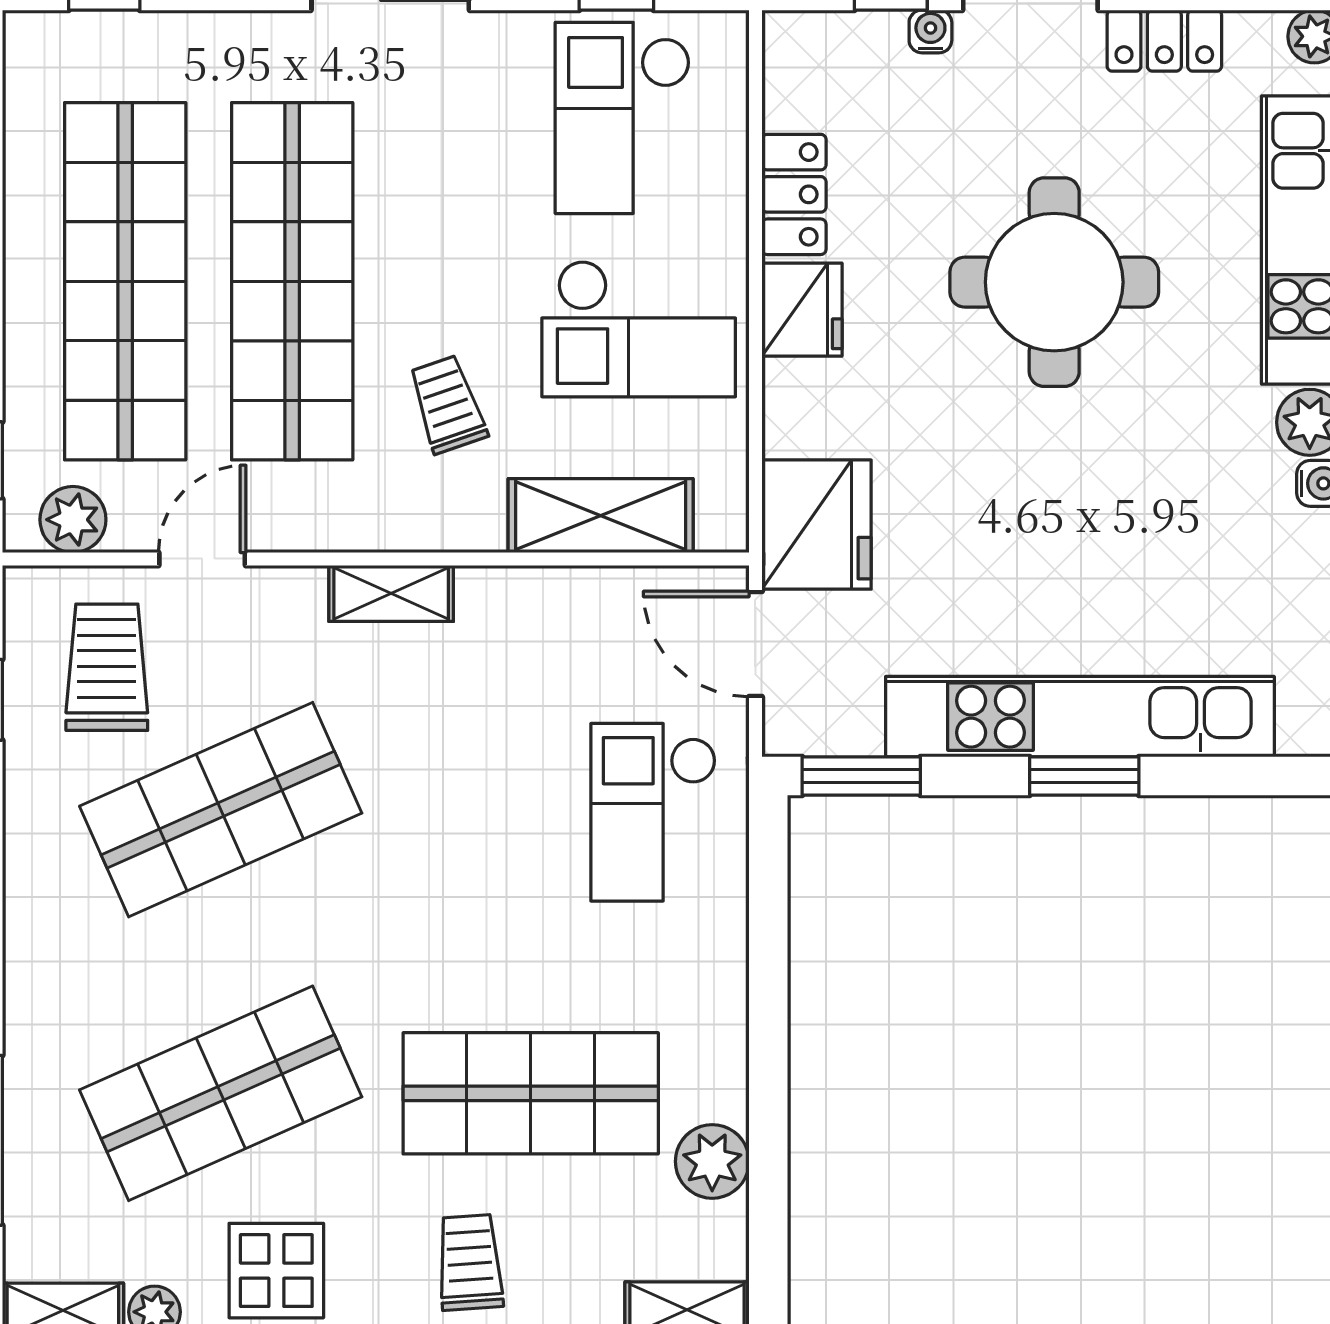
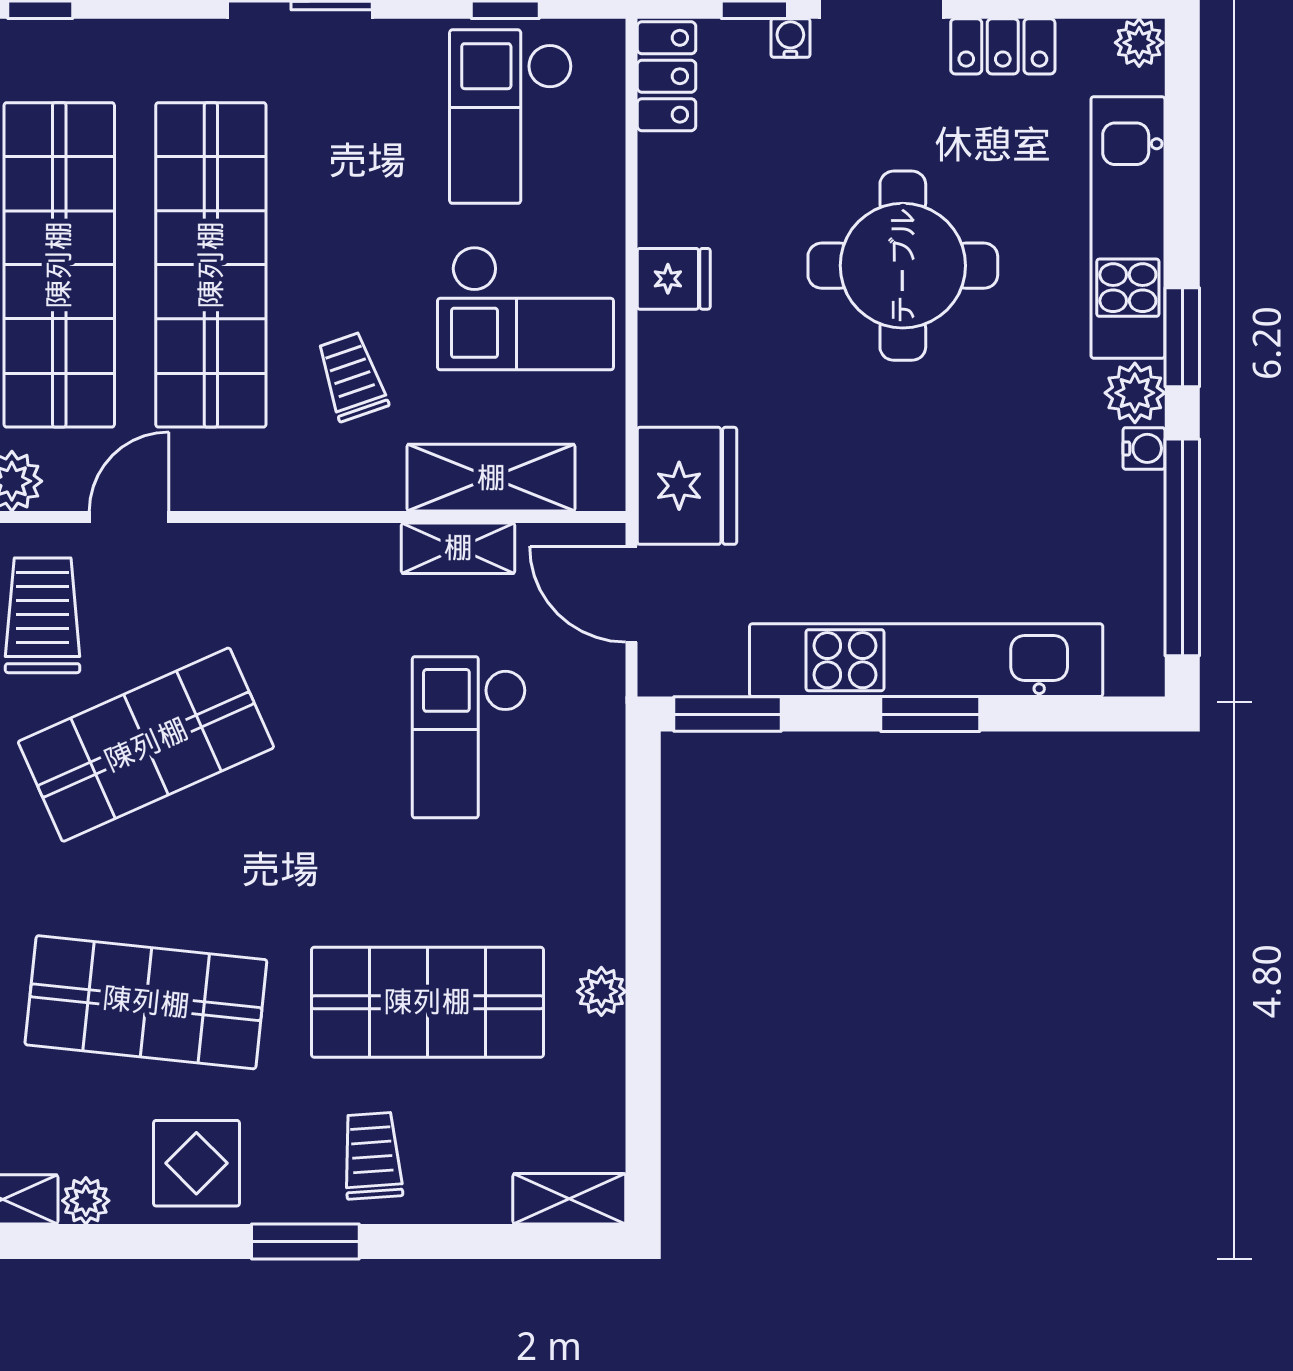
locker: (794, 194) -> (666, 76), moved
fridge: (802, 310) -> (674, 279), width x0.72
shelving: (391, 593) -> (458, 548), moved
checkout: (653, 812) -> (469, 737), moved
shop shelf: (221, 1093) -> (146, 1002), turned 30
plant: (712, 1161) -> (601, 991), moved, width x0.73, depth x0.73

